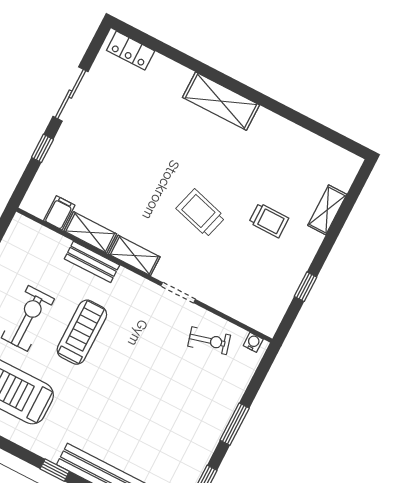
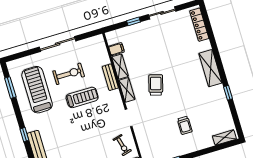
locker: (131, 51) -> (199, 25), width x1.53
window: (282, 110) -> (228, 93), added
shelving: (327, 210) -> (224, 138), moved
trolley: (201, 213) -> (156, 85), moved

